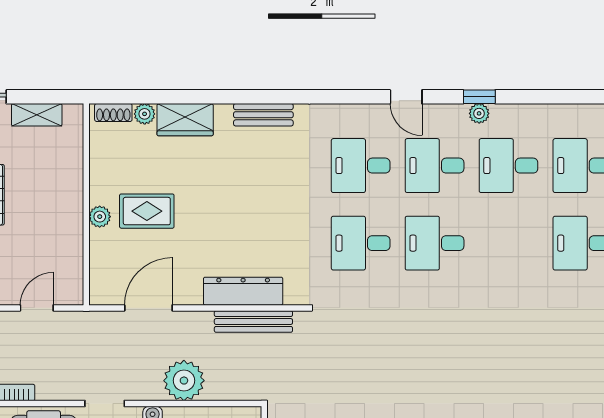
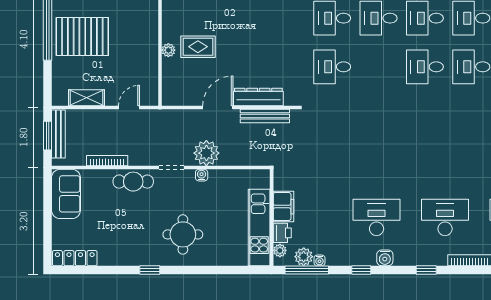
desk: (435, 243) -> (425, 67), moved
door: (148, 308) -> (218, 107), moved
plant: (184, 381) -> (206, 153), moved

